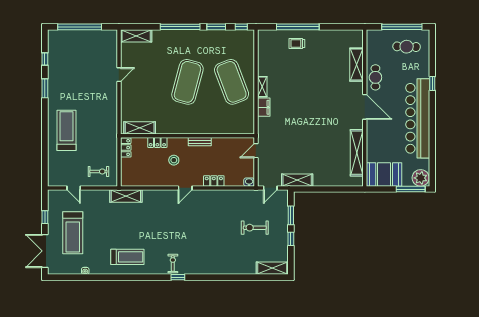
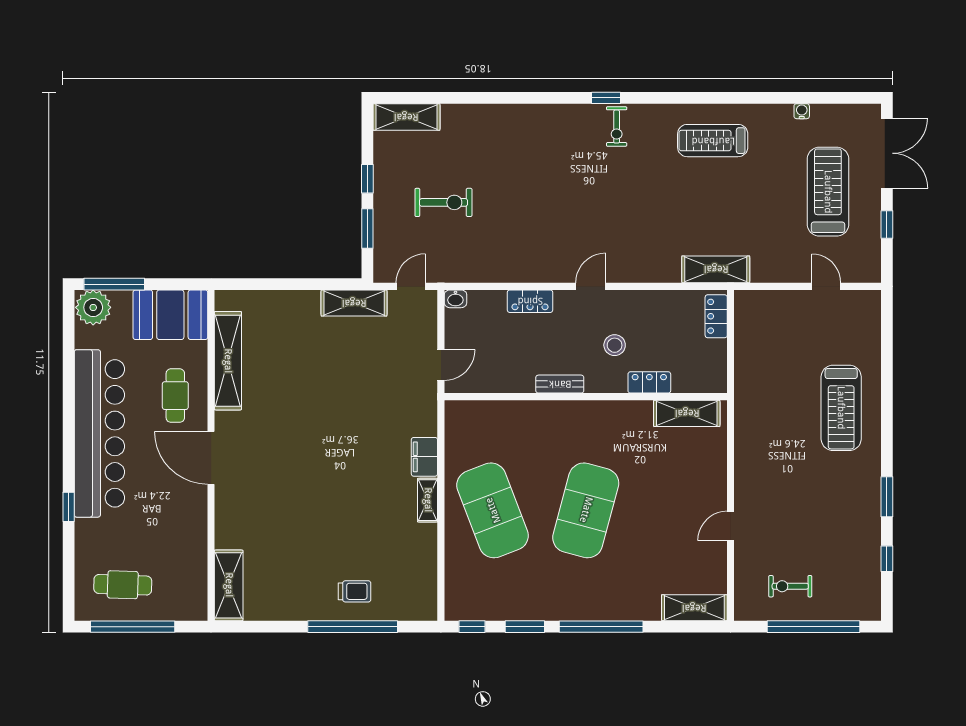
shelving: (356, 65) -> (229, 585), moved
cafe table: (375, 77) -> (175, 396), moved
locker: (126, 148) -> (716, 316), moved
exercise bike: (98, 171) -> (790, 586), moved

